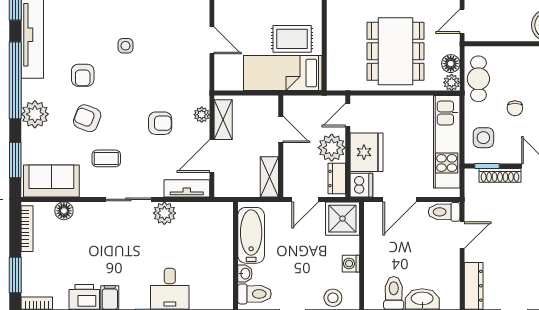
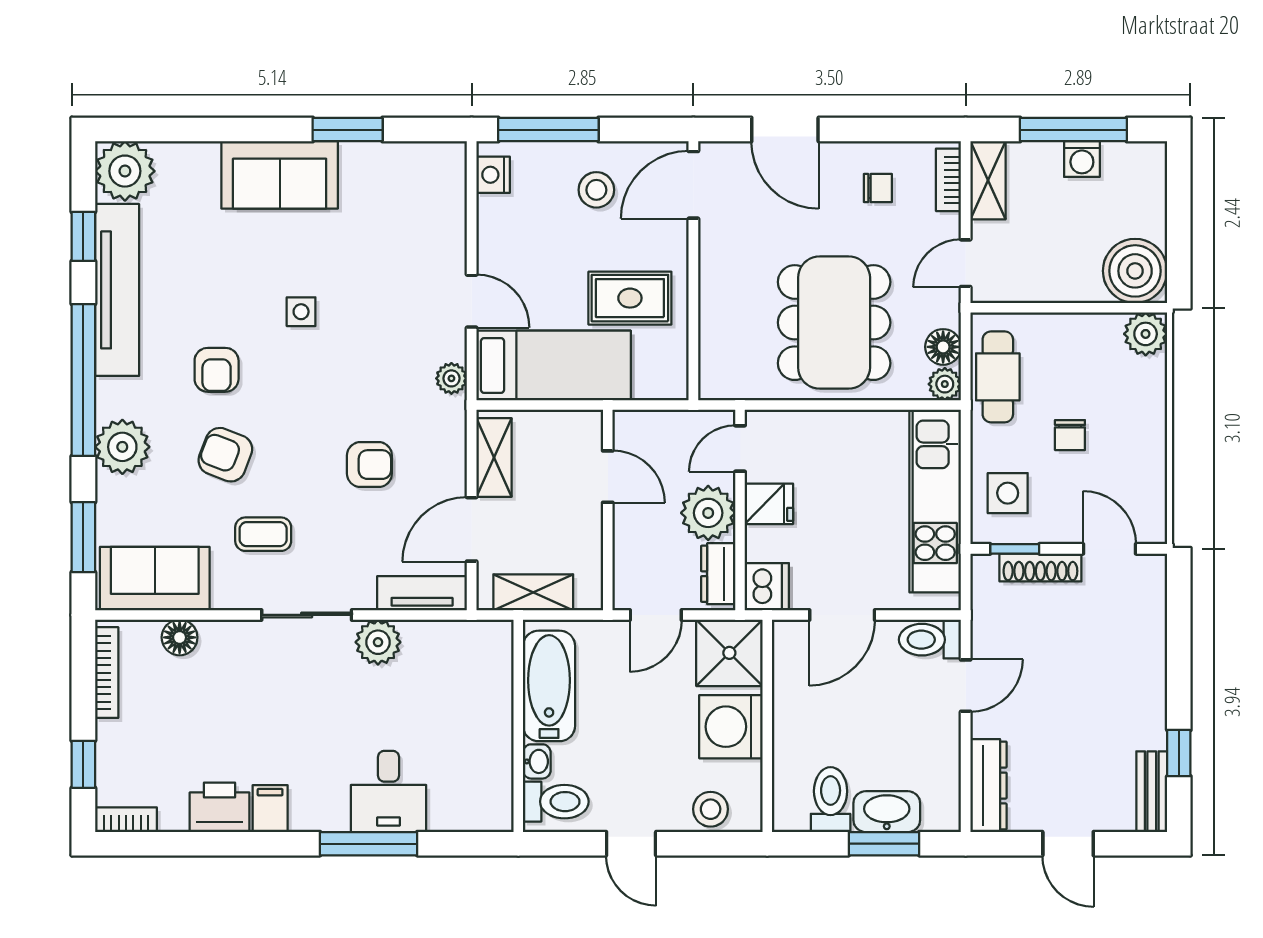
bed: (283, 73) -> (554, 365), moved, turned 180
plant: (202, 115) -> (451, 378), moved
fridge: (367, 152) -> (769, 504), width x0.53, depth x0.75
shelving: (269, 177) -> (533, 592), moved, turned 90
washing machine: (351, 264) -> (731, 727), width x1.89, depth x1.89
window: (15, 275) -> (83, 764), width x0.67

